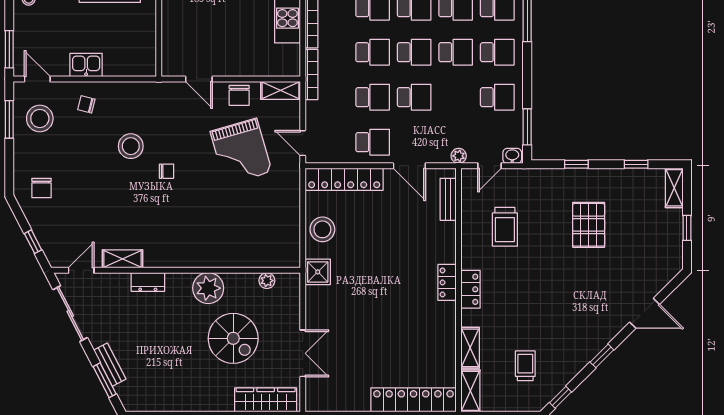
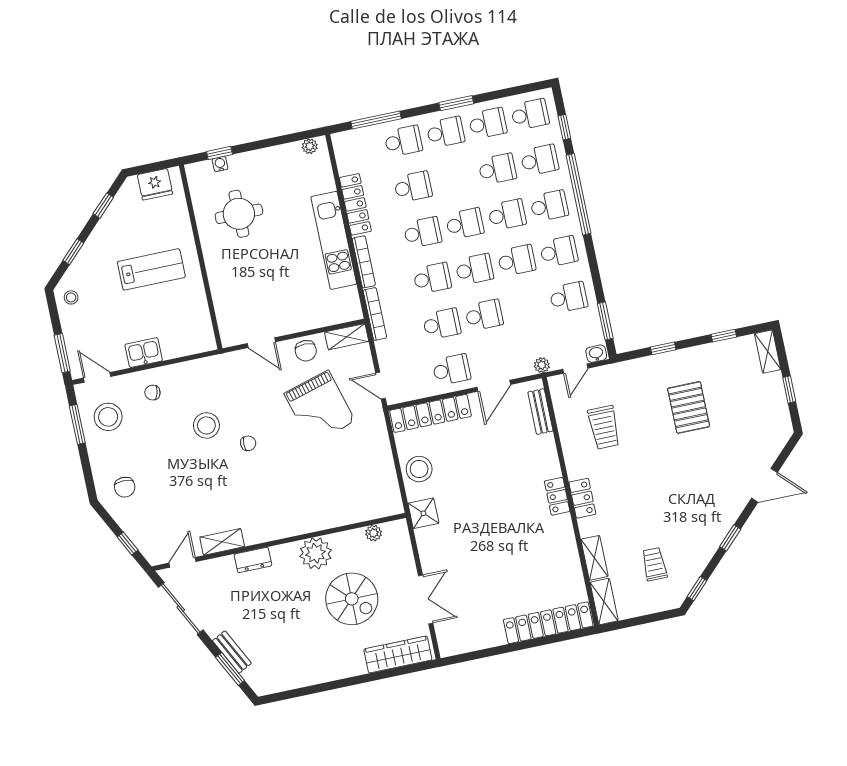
door: (409, 166) -> (494, 386), hinge flipped

